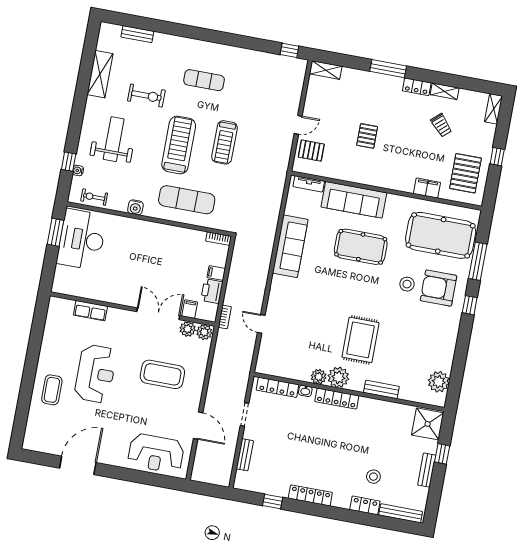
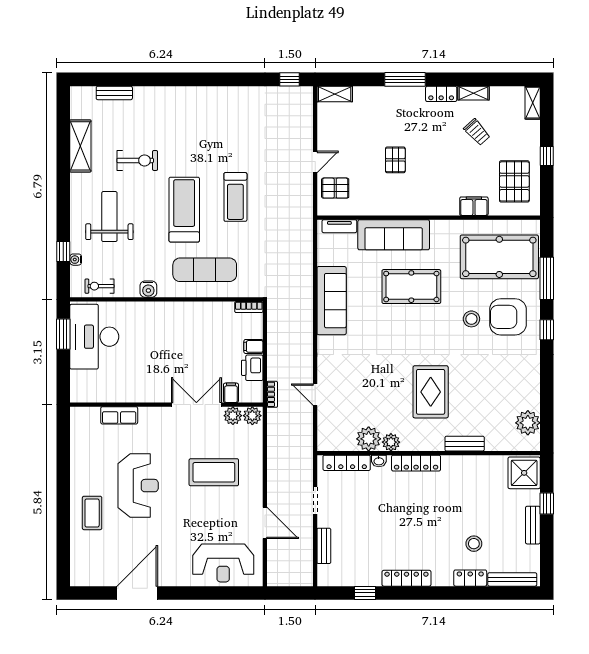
exercise mat: (204, 80) -> (199, 131), removed
plant: (338, 377) -> (369, 439), moved

